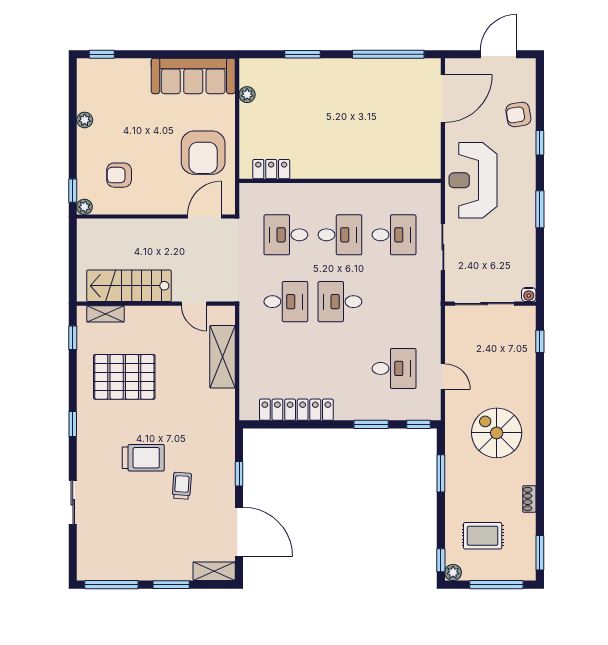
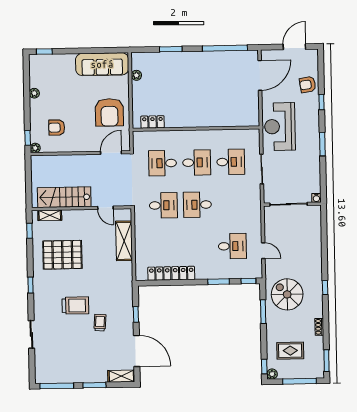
window: (540, 341) -> (325, 288), moved
spiral stairs: (497, 433) -> (287, 294), moved

